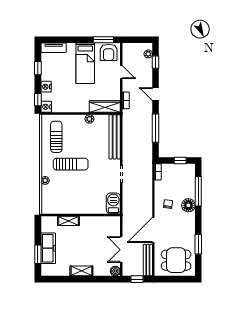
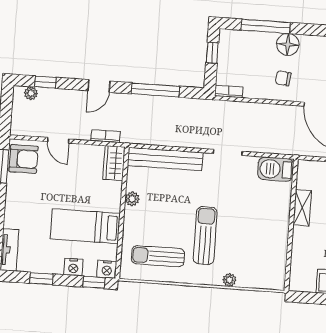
bed: (85, 63) -> (85, 226), moved, turned 180
door: (121, 72) -> (58, 140), swing flipped
wardrobe: (105, 106) -> (114, 163), width x0.67
shelving: (68, 221) -> (302, 208), moved

